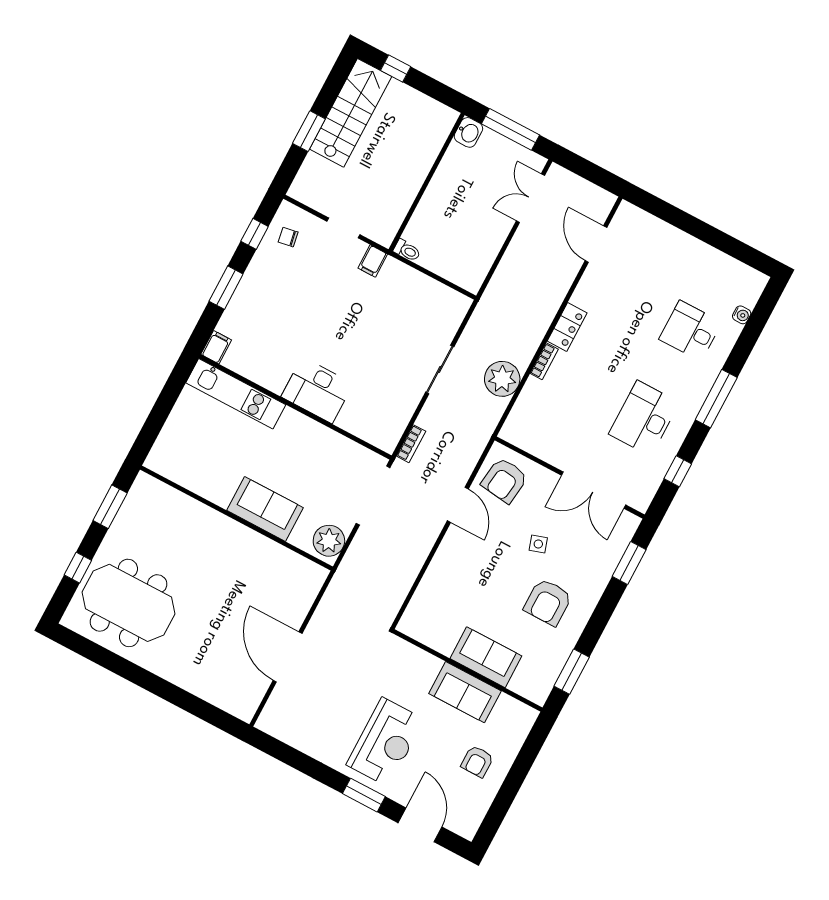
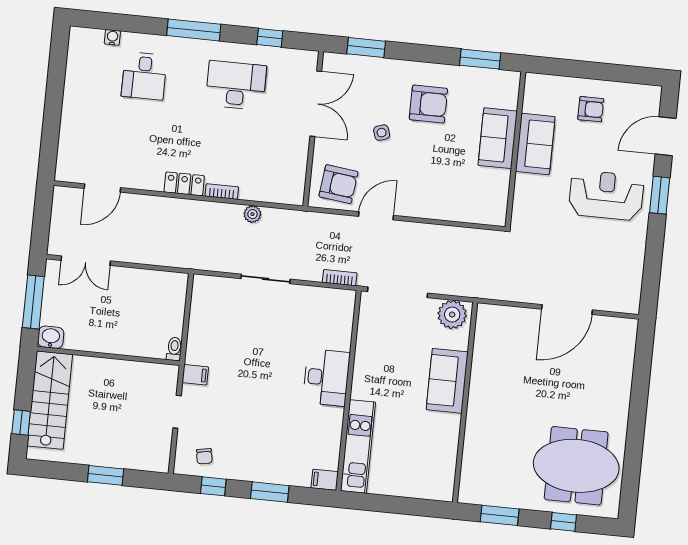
stairs: (351, 113) -> (50, 400), moved, turned 90
plant: (502, 379) -> (252, 214), width x0.53, depth x0.53
desk: (644, 418) -> (236, 85), turned 180
meeting table: (128, 603) -> (576, 466), turned 90

